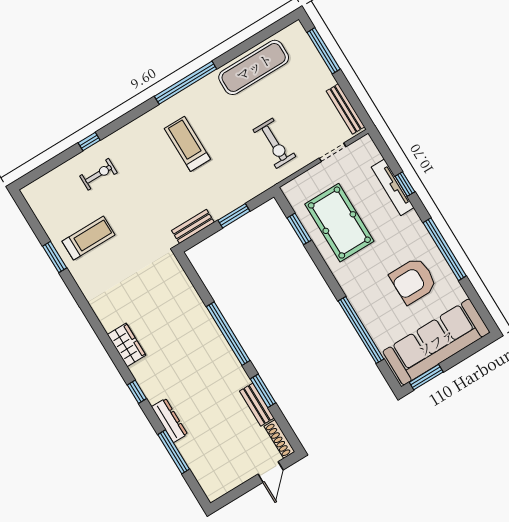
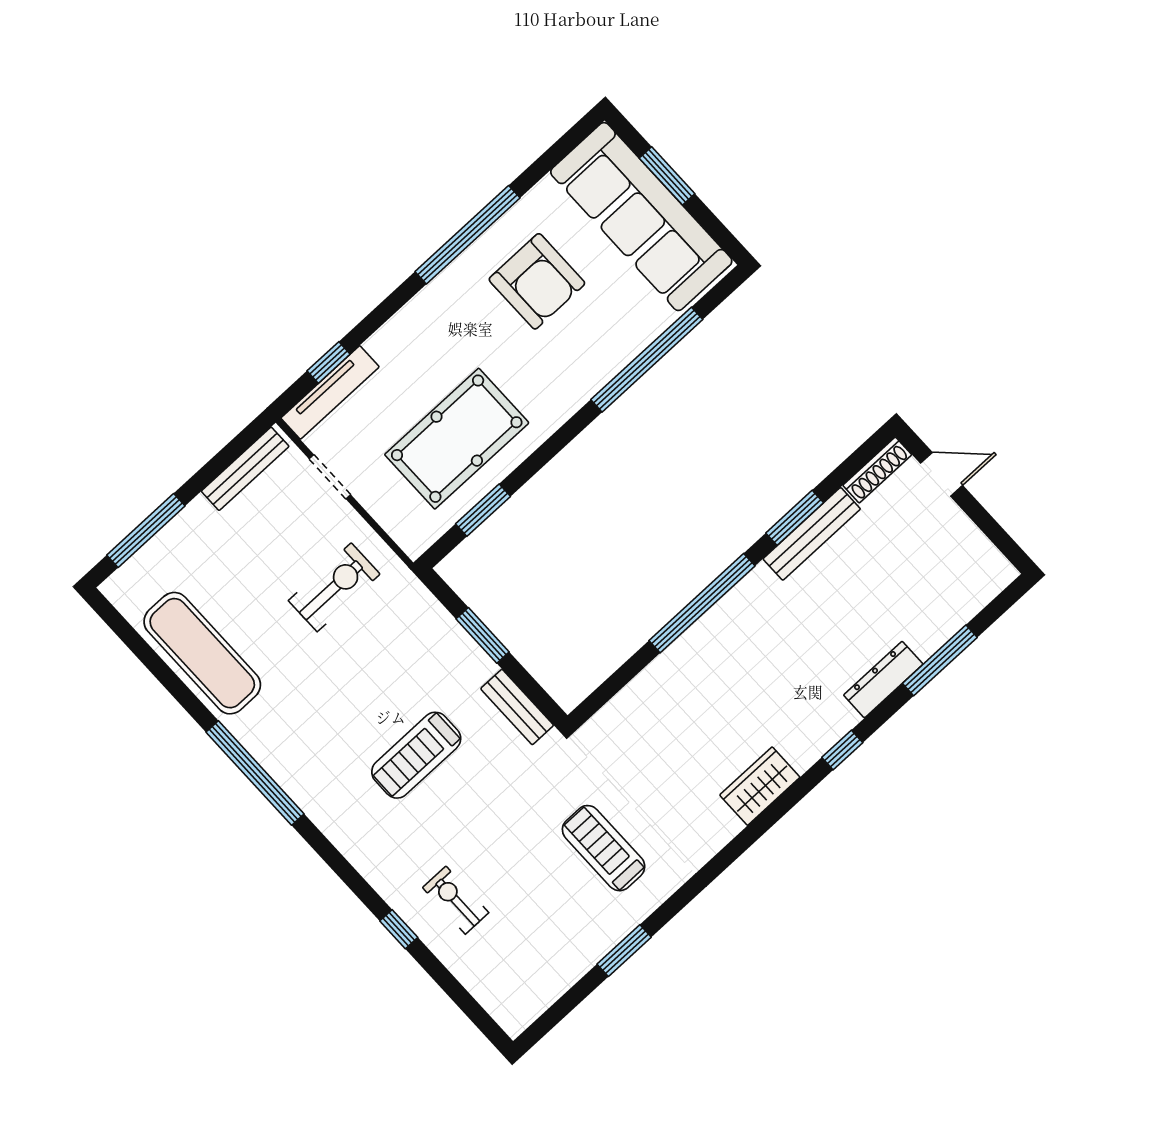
treadmill: (187, 144) -> (416, 755), moved
window: (405, 184) -> (329, 363), moved
tv unit: (393, 187) -> (330, 392), moved
treadmill: (89, 238) -> (604, 848), moved
window: (426, 377) -> (667, 176), moved
bench: (257, 405) -> (812, 534), width x1.36

